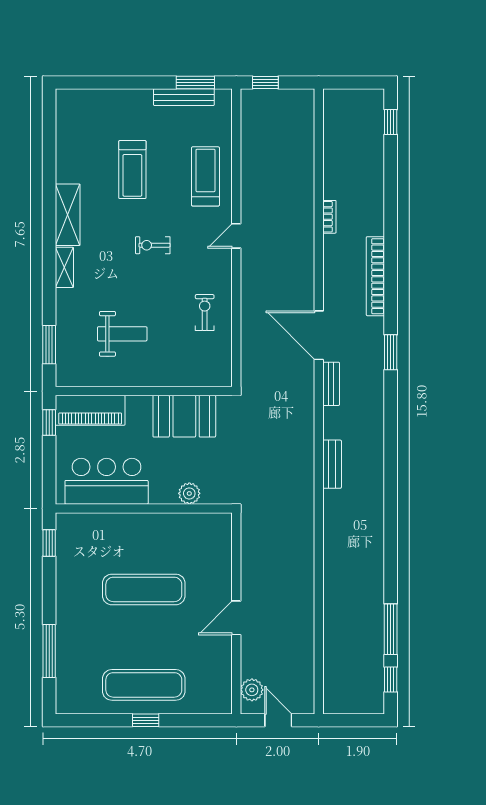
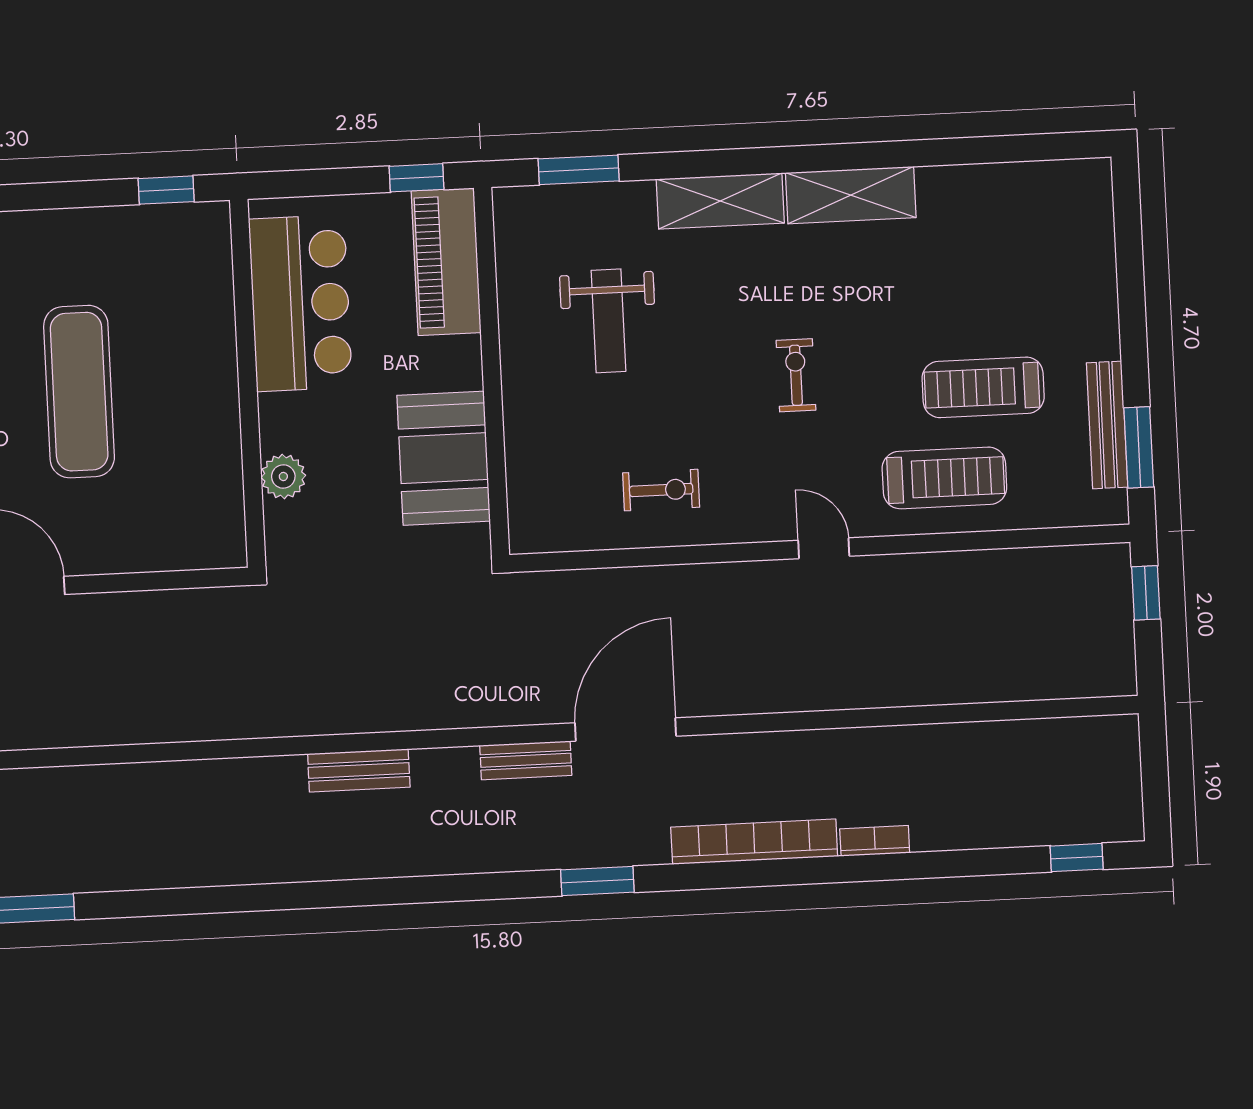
treadmill: (132, 170) -> (983, 387), moved
bookcase: (329, 217) -> (875, 841), moved, turned 180
shelving: (64, 267) -> (720, 201), width x1.50, depth x1.33

